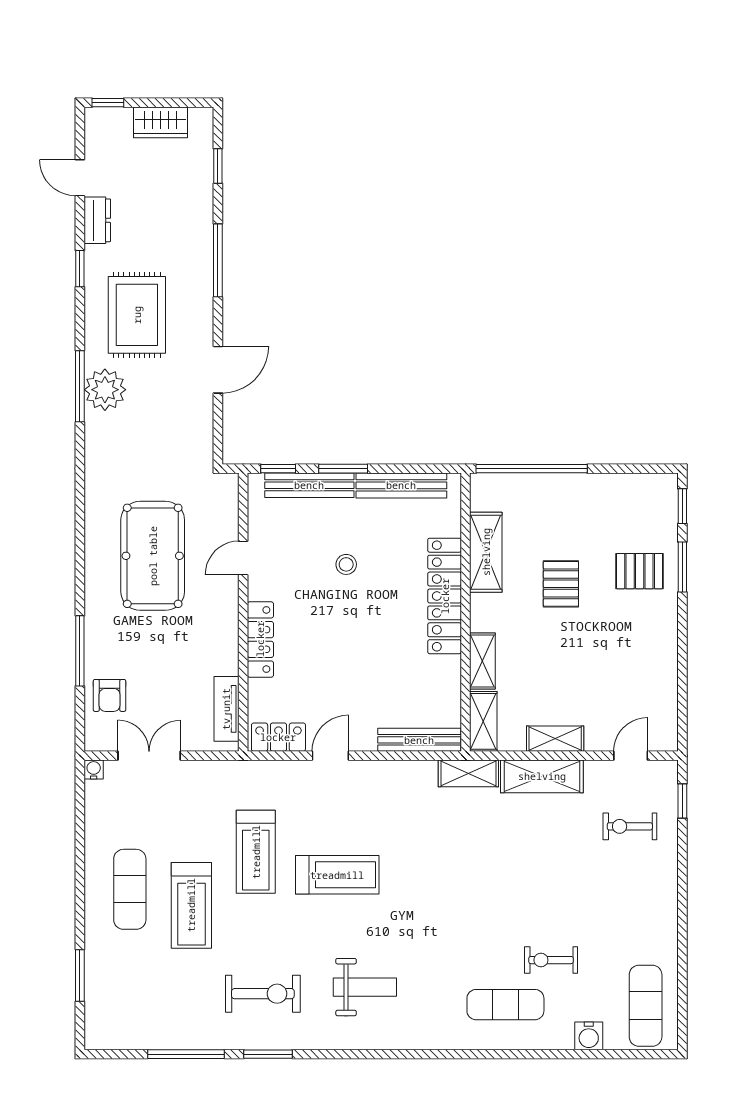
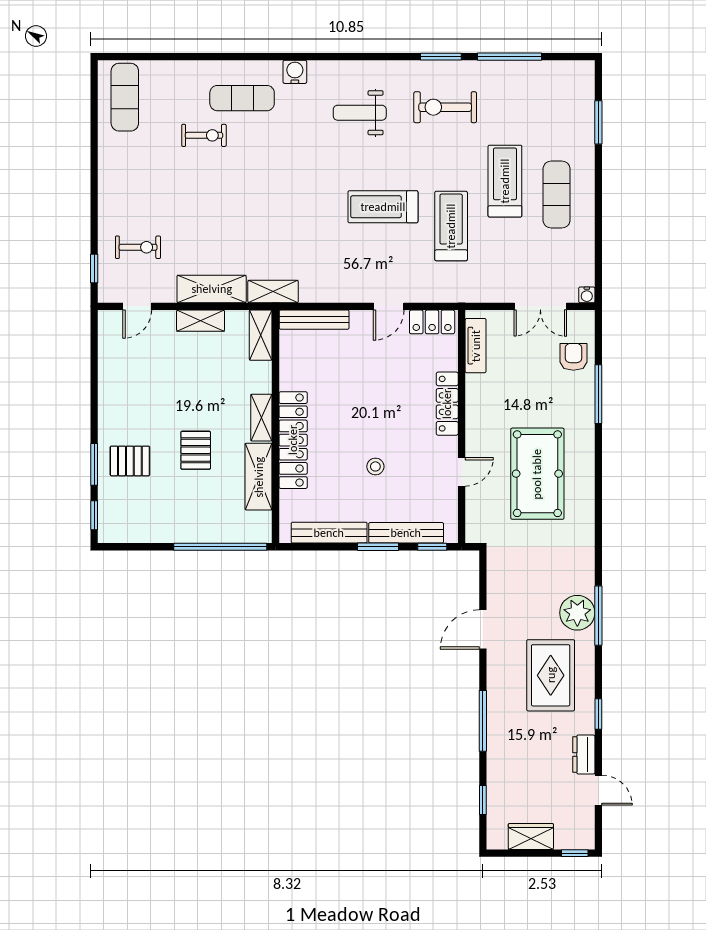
shelving: (482, 661) -> (261, 418), moved
water cooler: (589, 1036) -> (295, 72), moved

